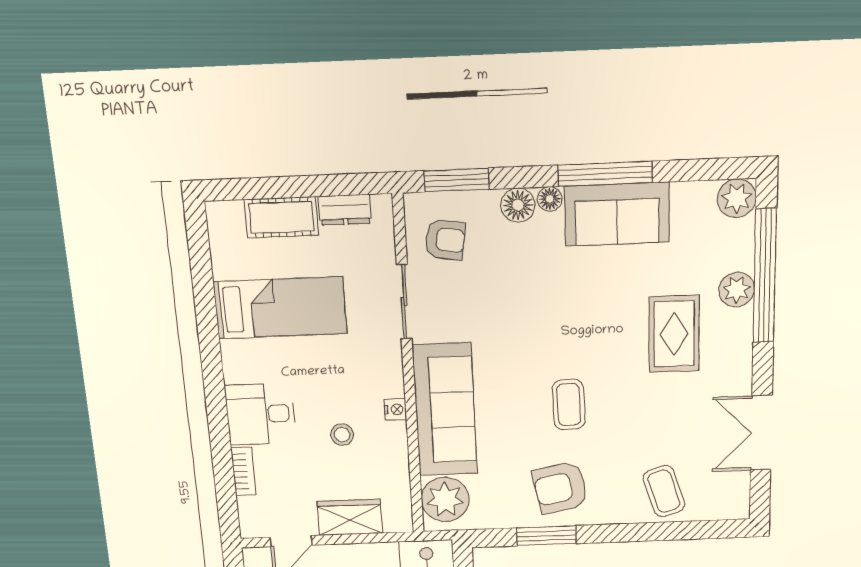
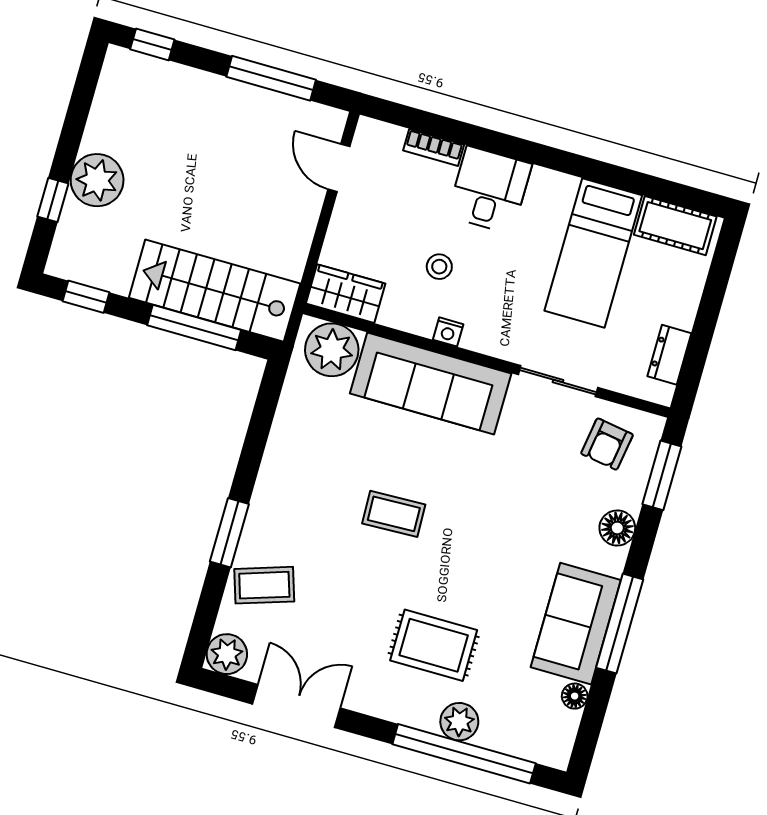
plant: (737, 198) -> (227, 654), moved
floor lamp: (550, 199) -> (575, 696), moved
cot: (281, 217) -> (675, 226), moved, turned 90
armchair: (560, 488) -> (304, 476), removed
wardrobe: (350, 517) -> (346, 294), moved, turned -90
window: (546, 536) -> (229, 533), moved

